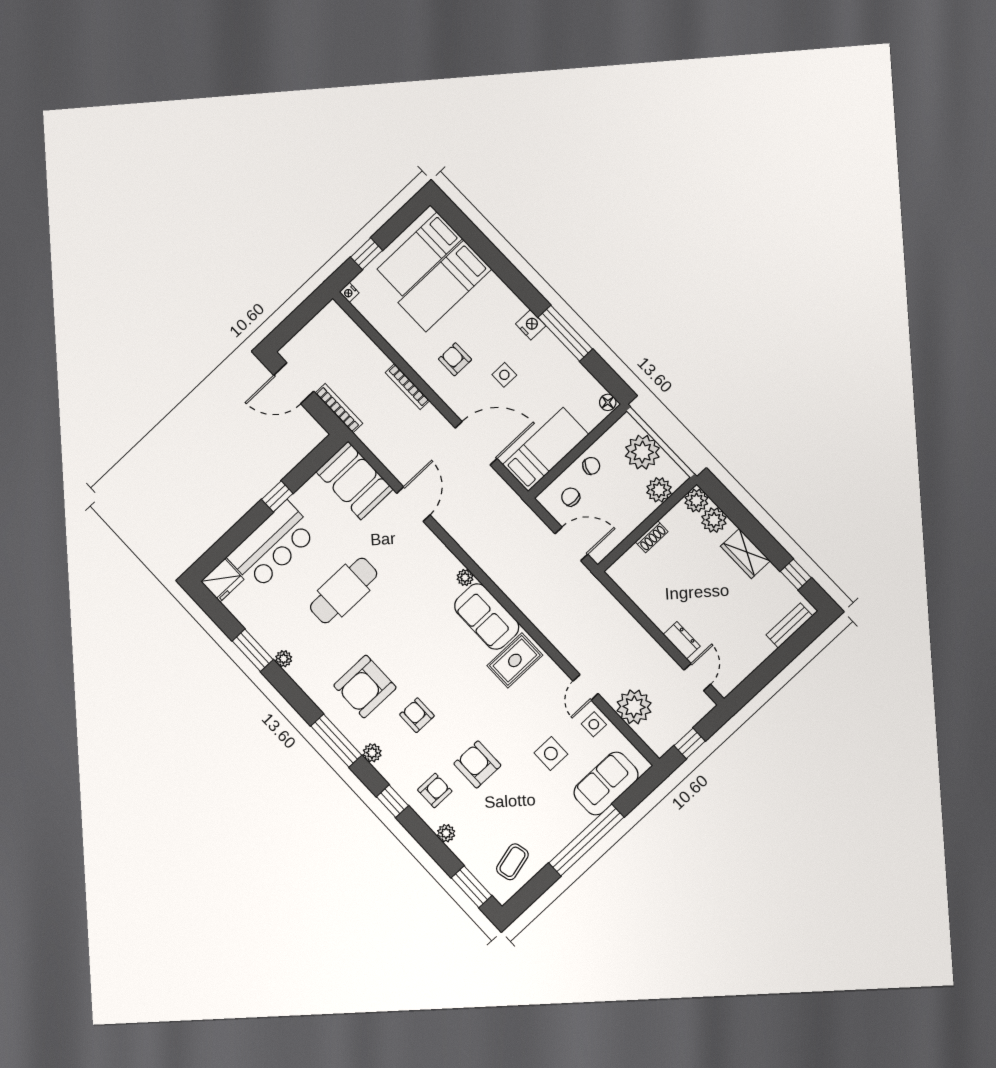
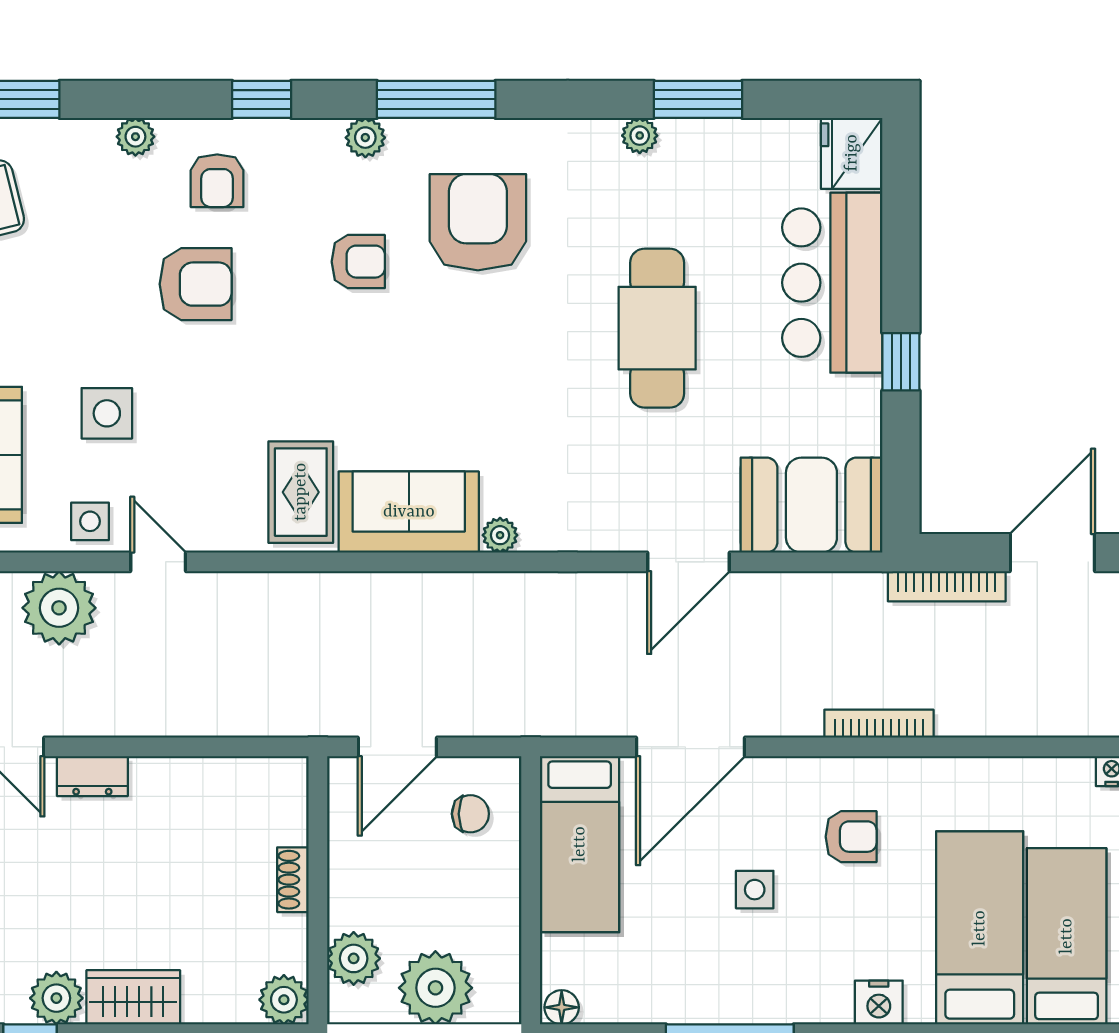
nightstand: (531, 325) -> (879, 1003), moved
chair: (591, 466) -> (488, 890), removed
door: (413, 504) -> (688, 562), hinge flipped
plant: (714, 520) -> (56, 998), moved

